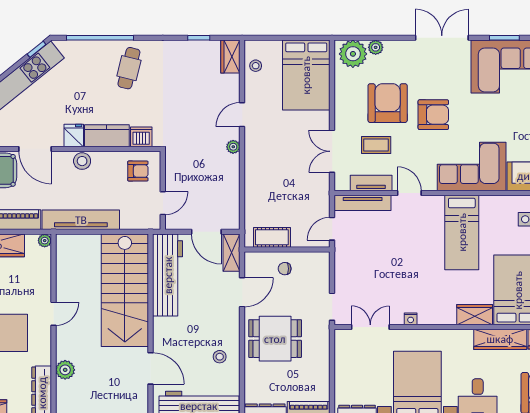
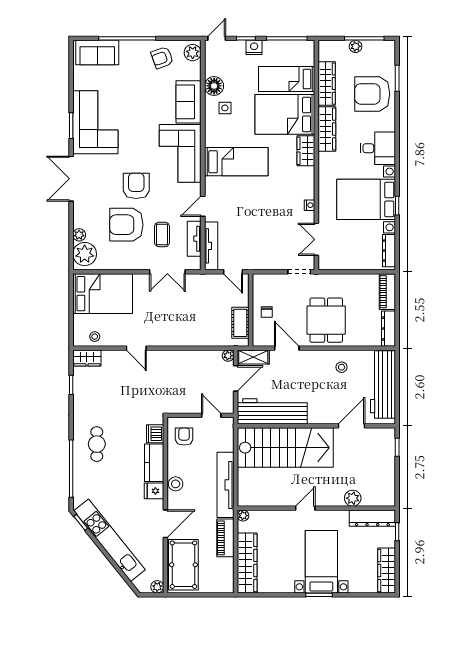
cafe table: (129, 68) -> (97, 444), turned 76
plant: (233, 147) -> (228, 356), moved
door: (53, 314) -> (305, 508), hinge flipped

